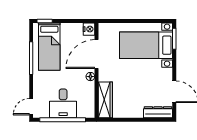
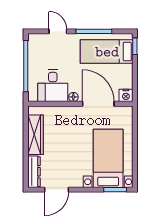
wardrobe: (105, 100) -> (35, 135), moved, turned -90
desk: (63, 103) -> (53, 86), moved, turned -90
door: (31, 107) -> (58, 31), moved

